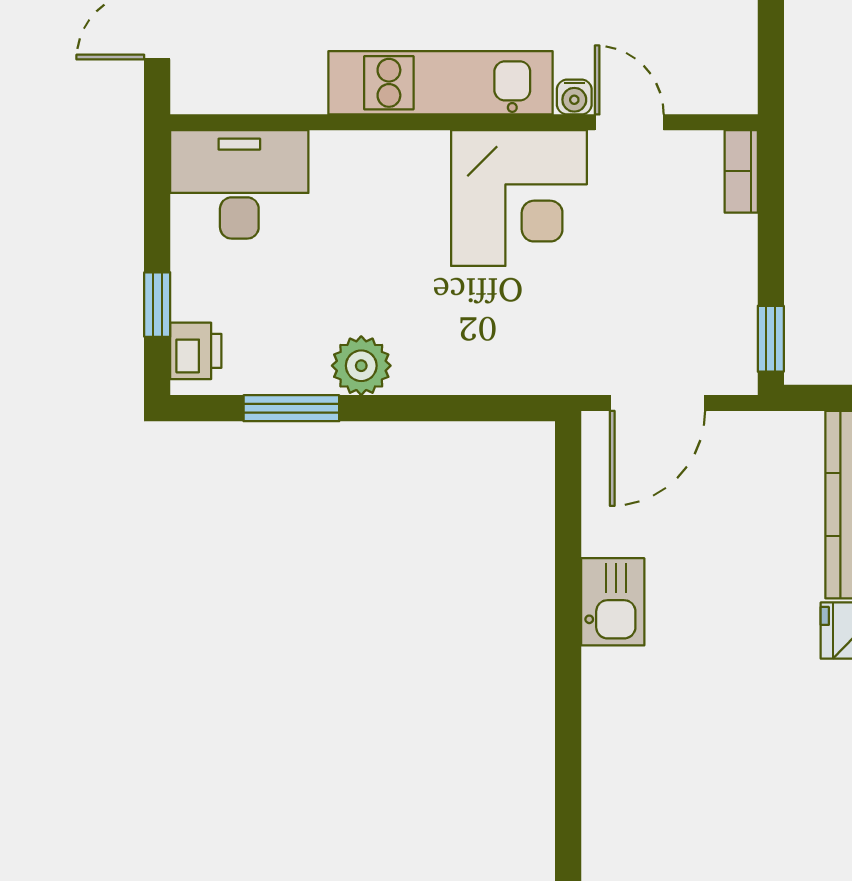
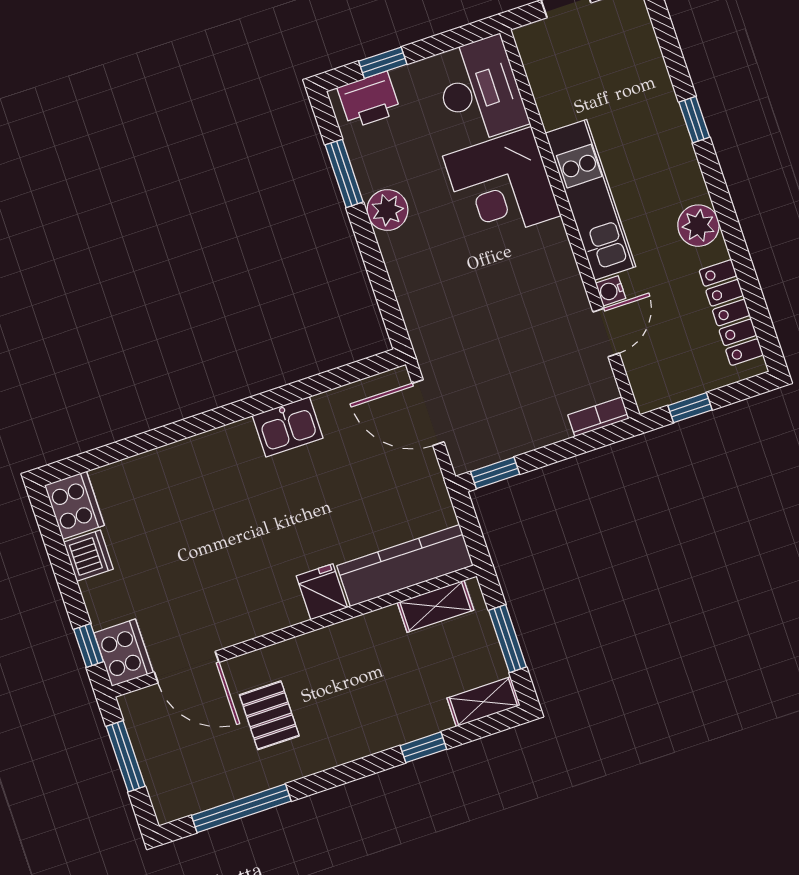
window: (771, 42) -> (690, 408), added
corner desk: (519, 198) -> (502, 186), moved
printer: (196, 351) -> (369, 100), width x1.36, depth x1.24

